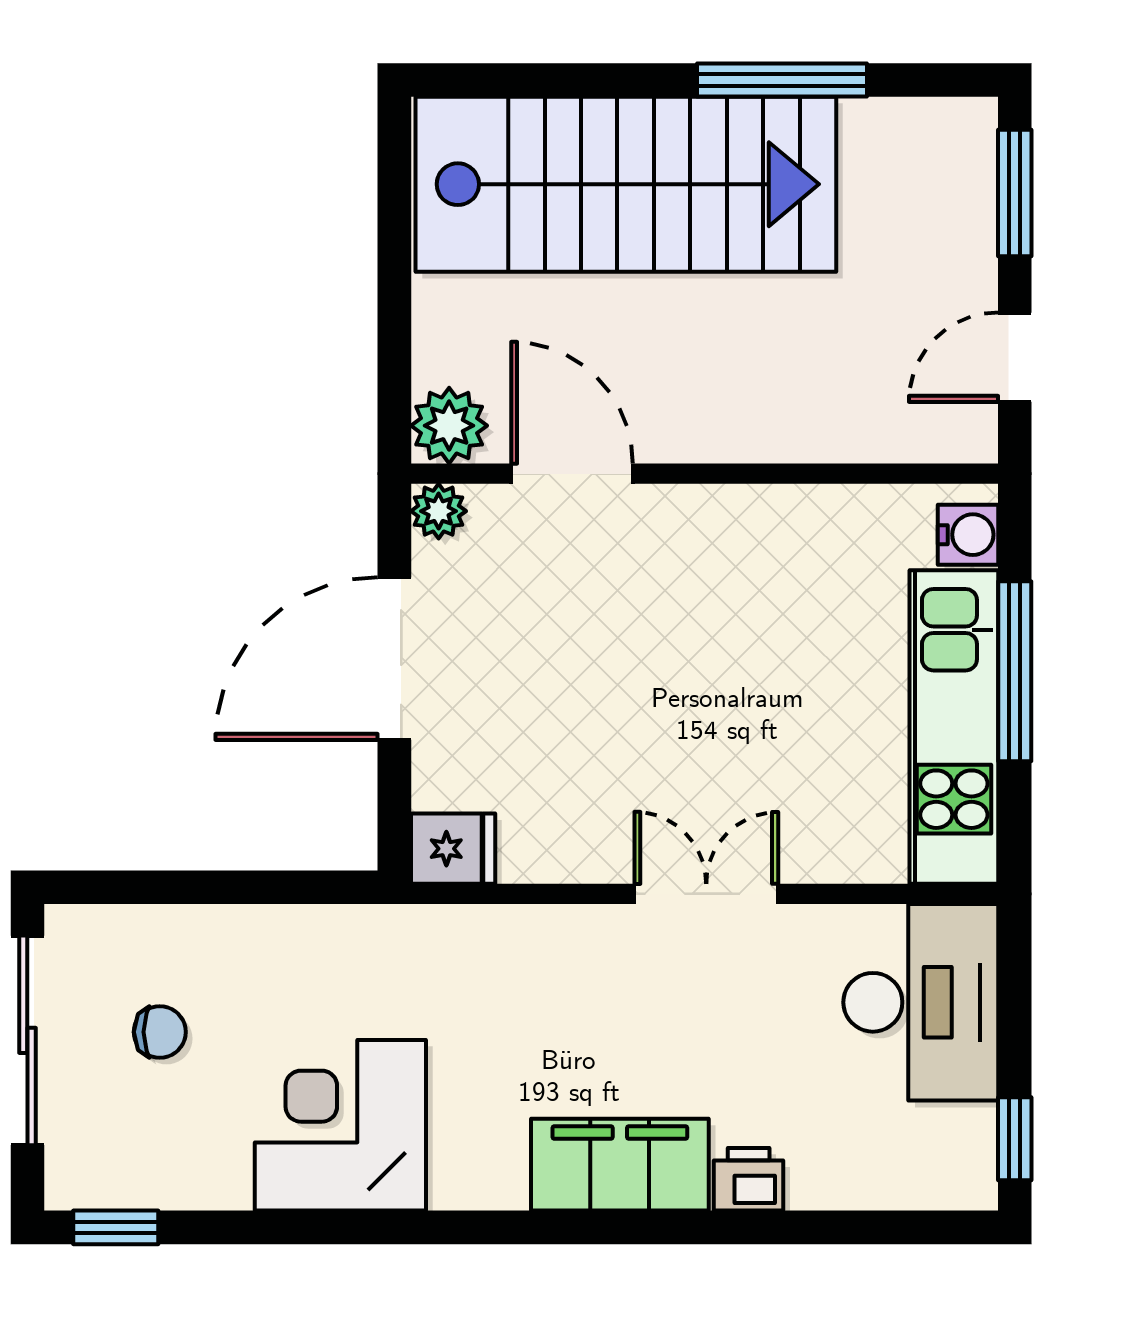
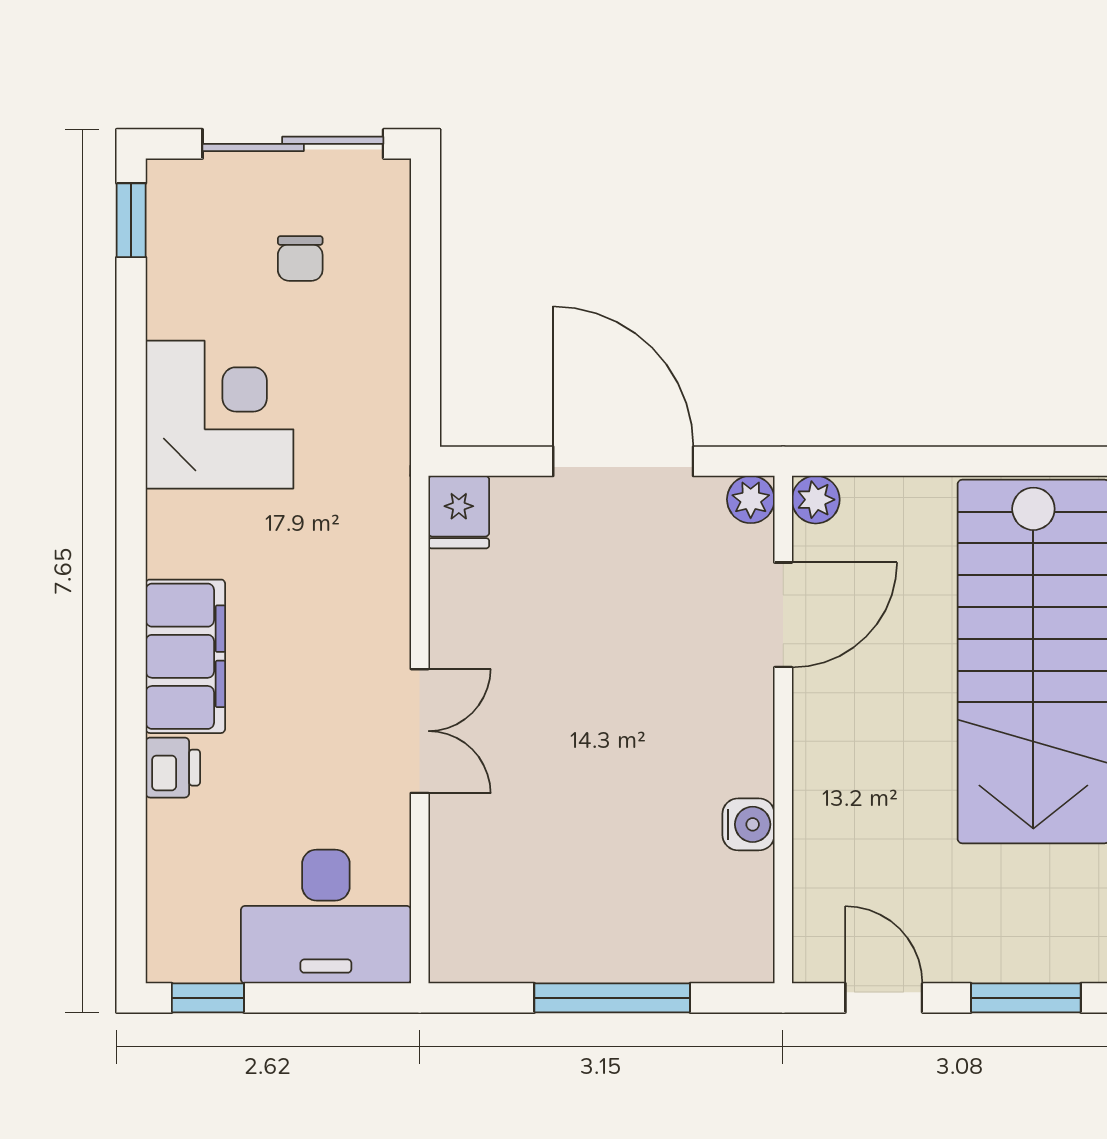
plant: (449, 426) -> (816, 500), width x0.73, depth x0.73
water cooler: (968, 535) -> (748, 824), moved, turned -90
kitchen unit: (954, 727) -> (564, 945), removed

